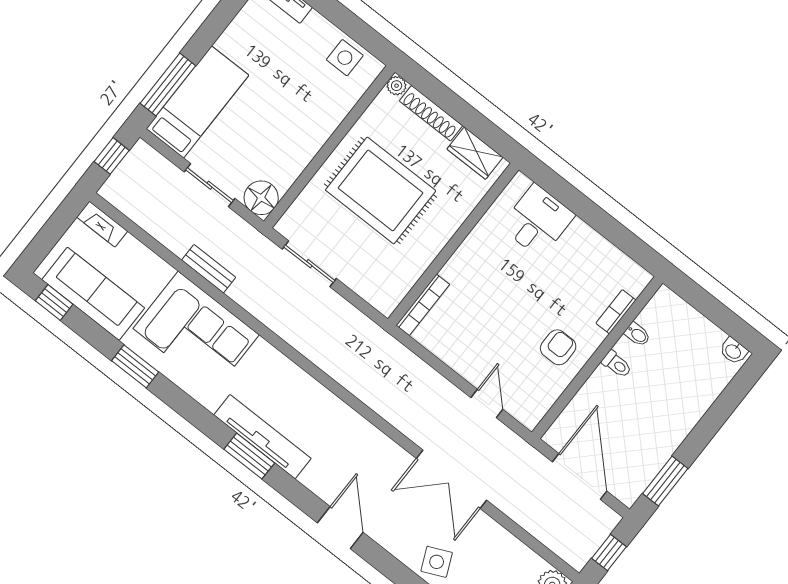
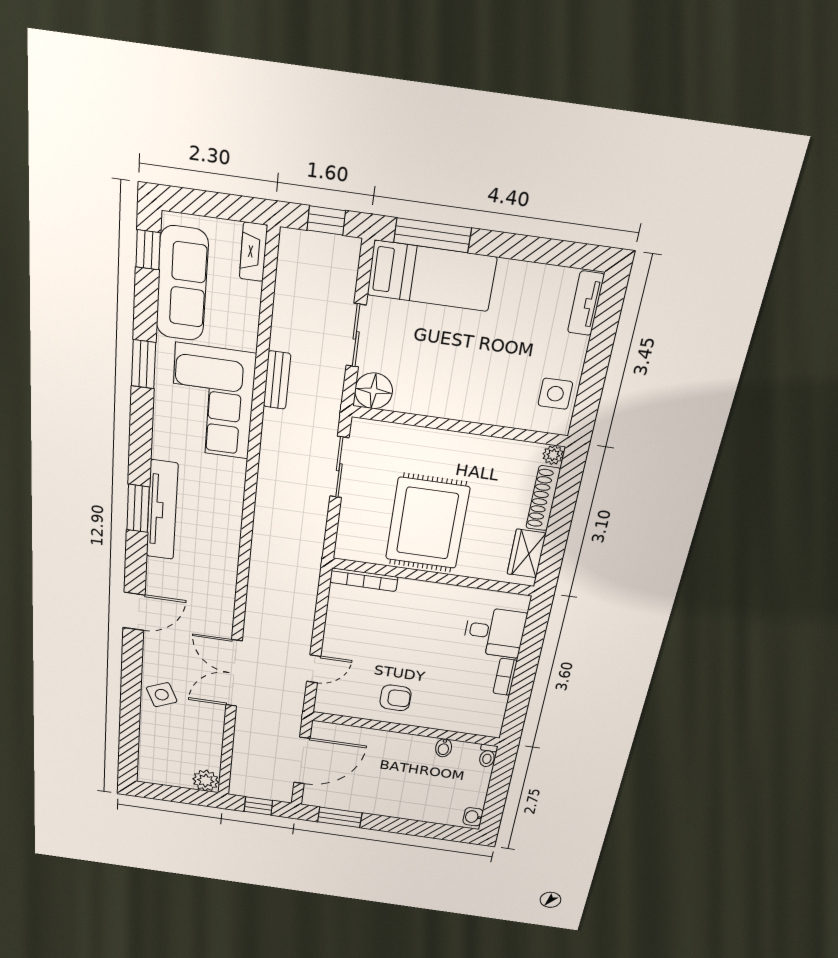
rug: (381, 190) -> (427, 523), moved
bookcase: (616, 312) -> (505, 677), moved, turned -90
toilet: (617, 364) -> (488, 756), moved

